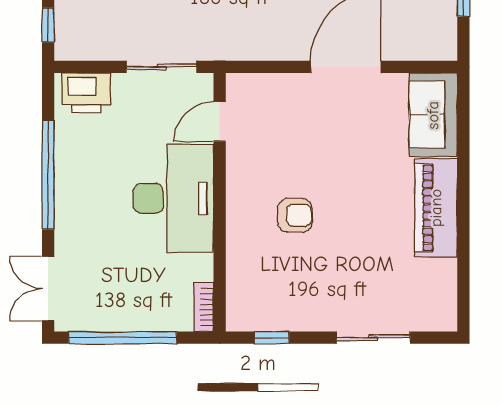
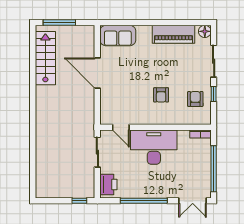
piano: (436, 208) -> (173, 34), moved
armchair: (295, 215) -> (161, 95), turned 180
armchair: (285, 295) -> (195, 99), added
floor lamp: (443, 317) -> (205, 31), added
window: (272, 338) -> (214, 94), moved

